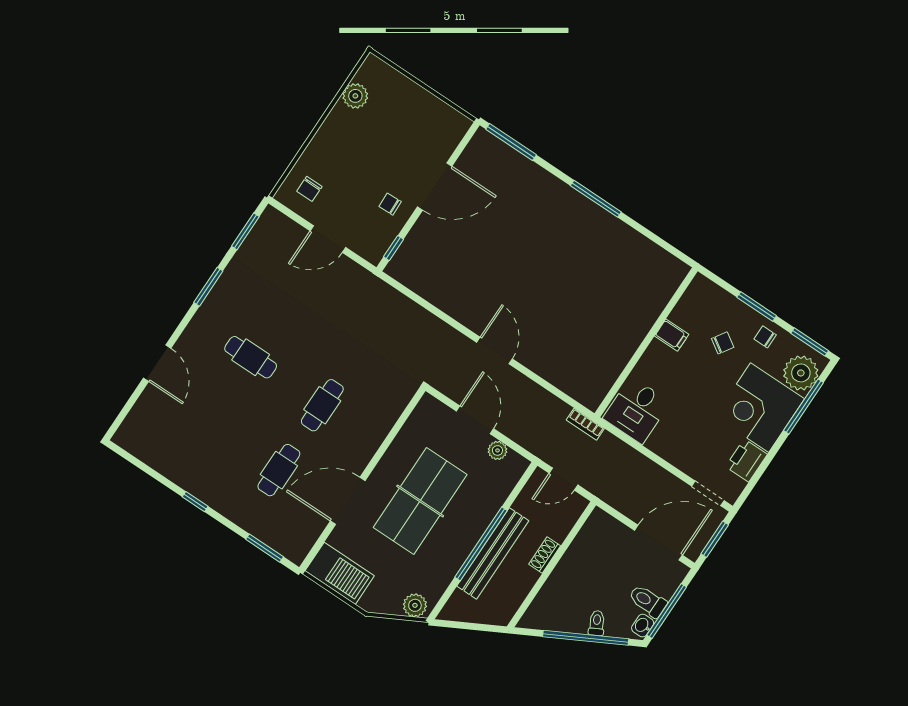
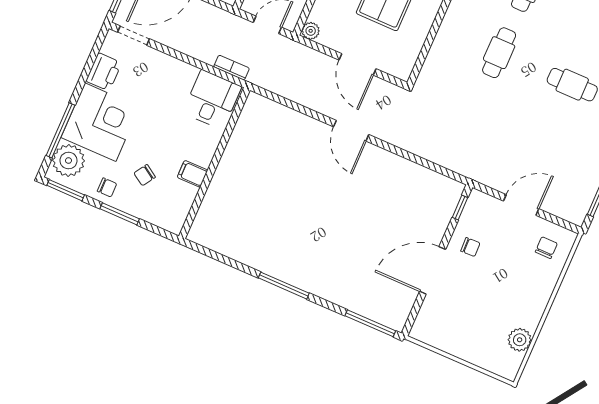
bookcase: (585, 424) -> (232, 68), moved
plant: (497, 450) -> (311, 31), moved

